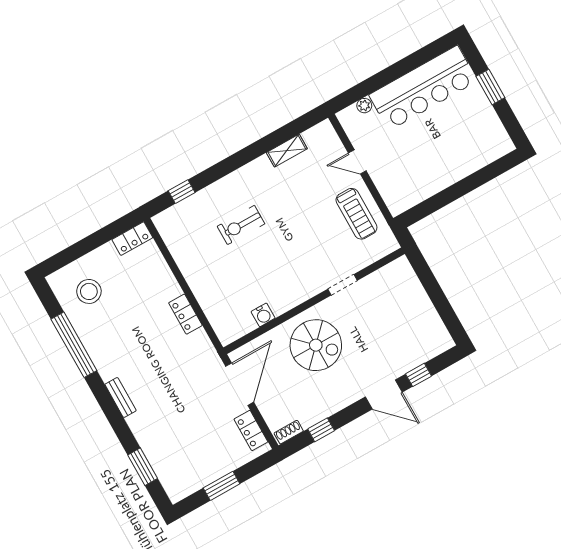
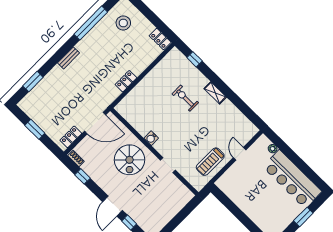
shelving: (287, 151) -> (215, 93), moved
water cooler: (263, 315) -> (151, 138), moved

